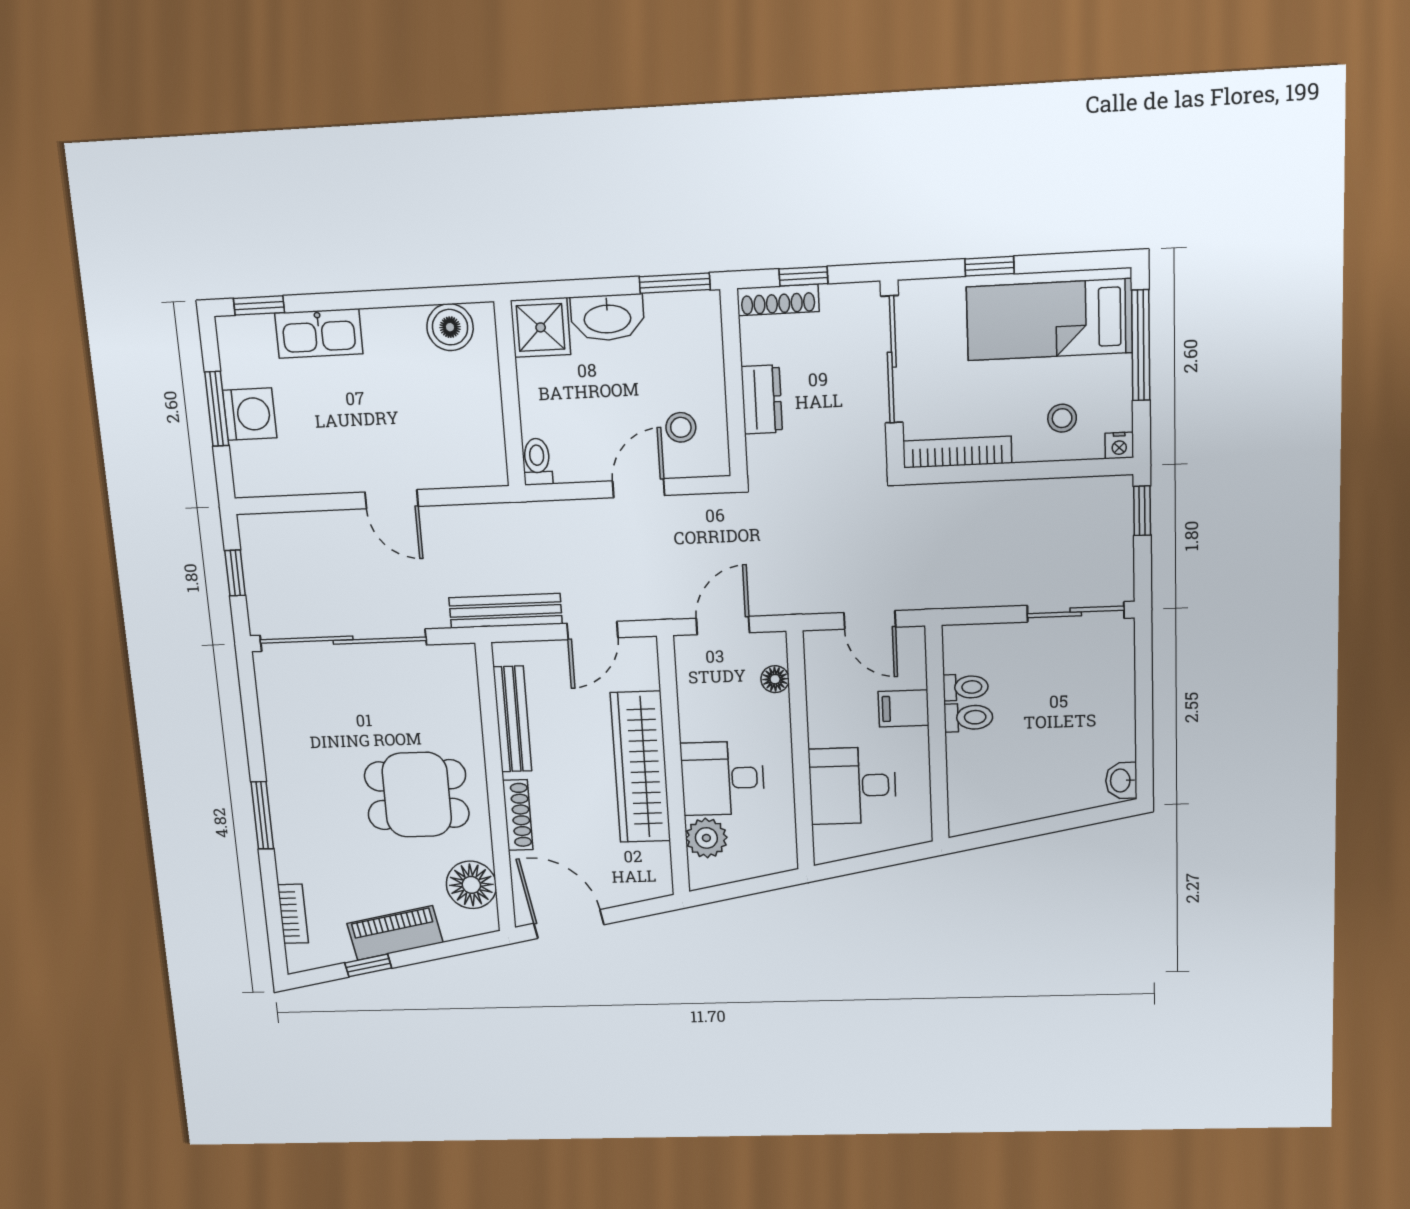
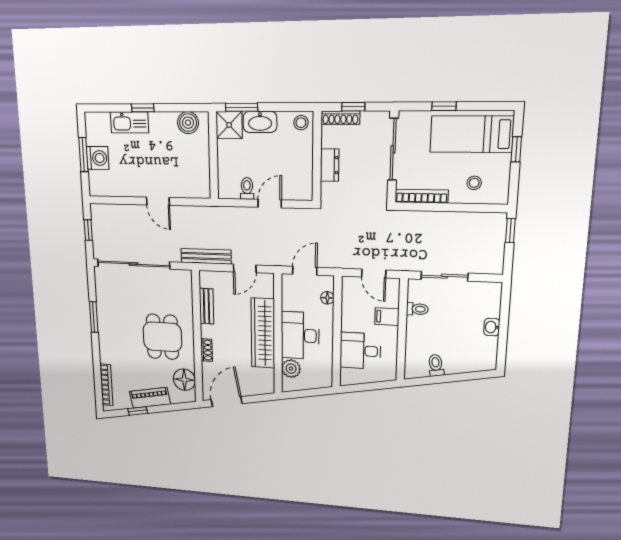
window: (675, 283) -> (242, 107), moved
window: (259, 305) -> (143, 108), moved
window: (1141, 345) -> (516, 149), width x0.46
stool: (681, 427) -> (301, 123), moved
nightstand: (1119, 446) -> (502, 198), removed
toilet: (537, 462) -> (247, 188), moved
sliding door: (1076, 612) -> (444, 276), moved
toilet: (968, 717) -> (436, 365), moved, turned -101
bench: (512, 719) -> (206, 306), width x0.73
desk: (723, 778) -> (300, 335), width x1.37
washbasin: (1121, 781) -> (492, 327), moved
dining table: (417, 795) -> (162, 337), turned 90
window: (262, 815) -> (94, 317), moved
shoe rack: (518, 815) -> (206, 350), width x0.70
bookcase: (293, 914) -> (106, 385), width x1.56
door: (569, 924) -> (227, 402), hinge flipped

